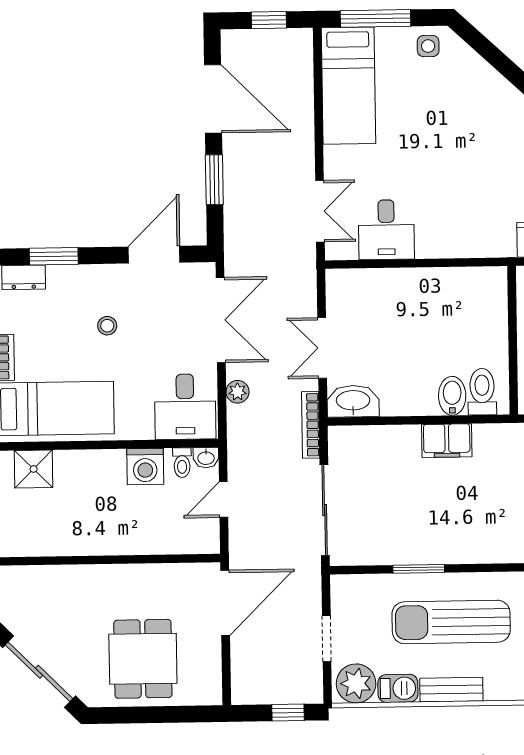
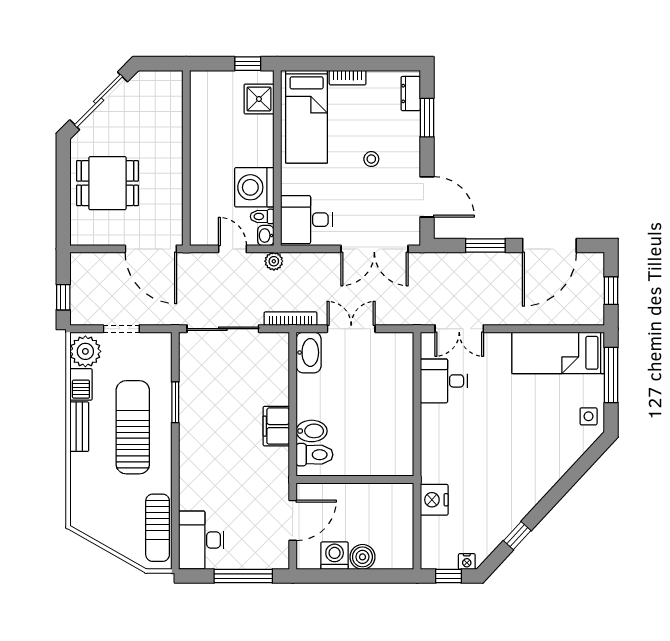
plant: (237, 392) -> (274, 261), moved
washing machine: (145, 466) -> (254, 187), width x1.37, depth x1.37

